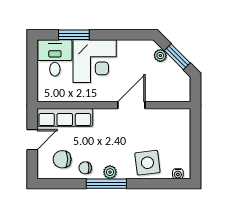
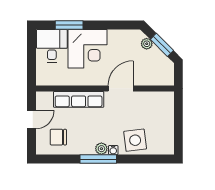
row of seats: (65, 117) -> (79, 99), moved
chair: (85, 168) -> (79, 145), removed
water cooler: (178, 174) -> (113, 150), moved

